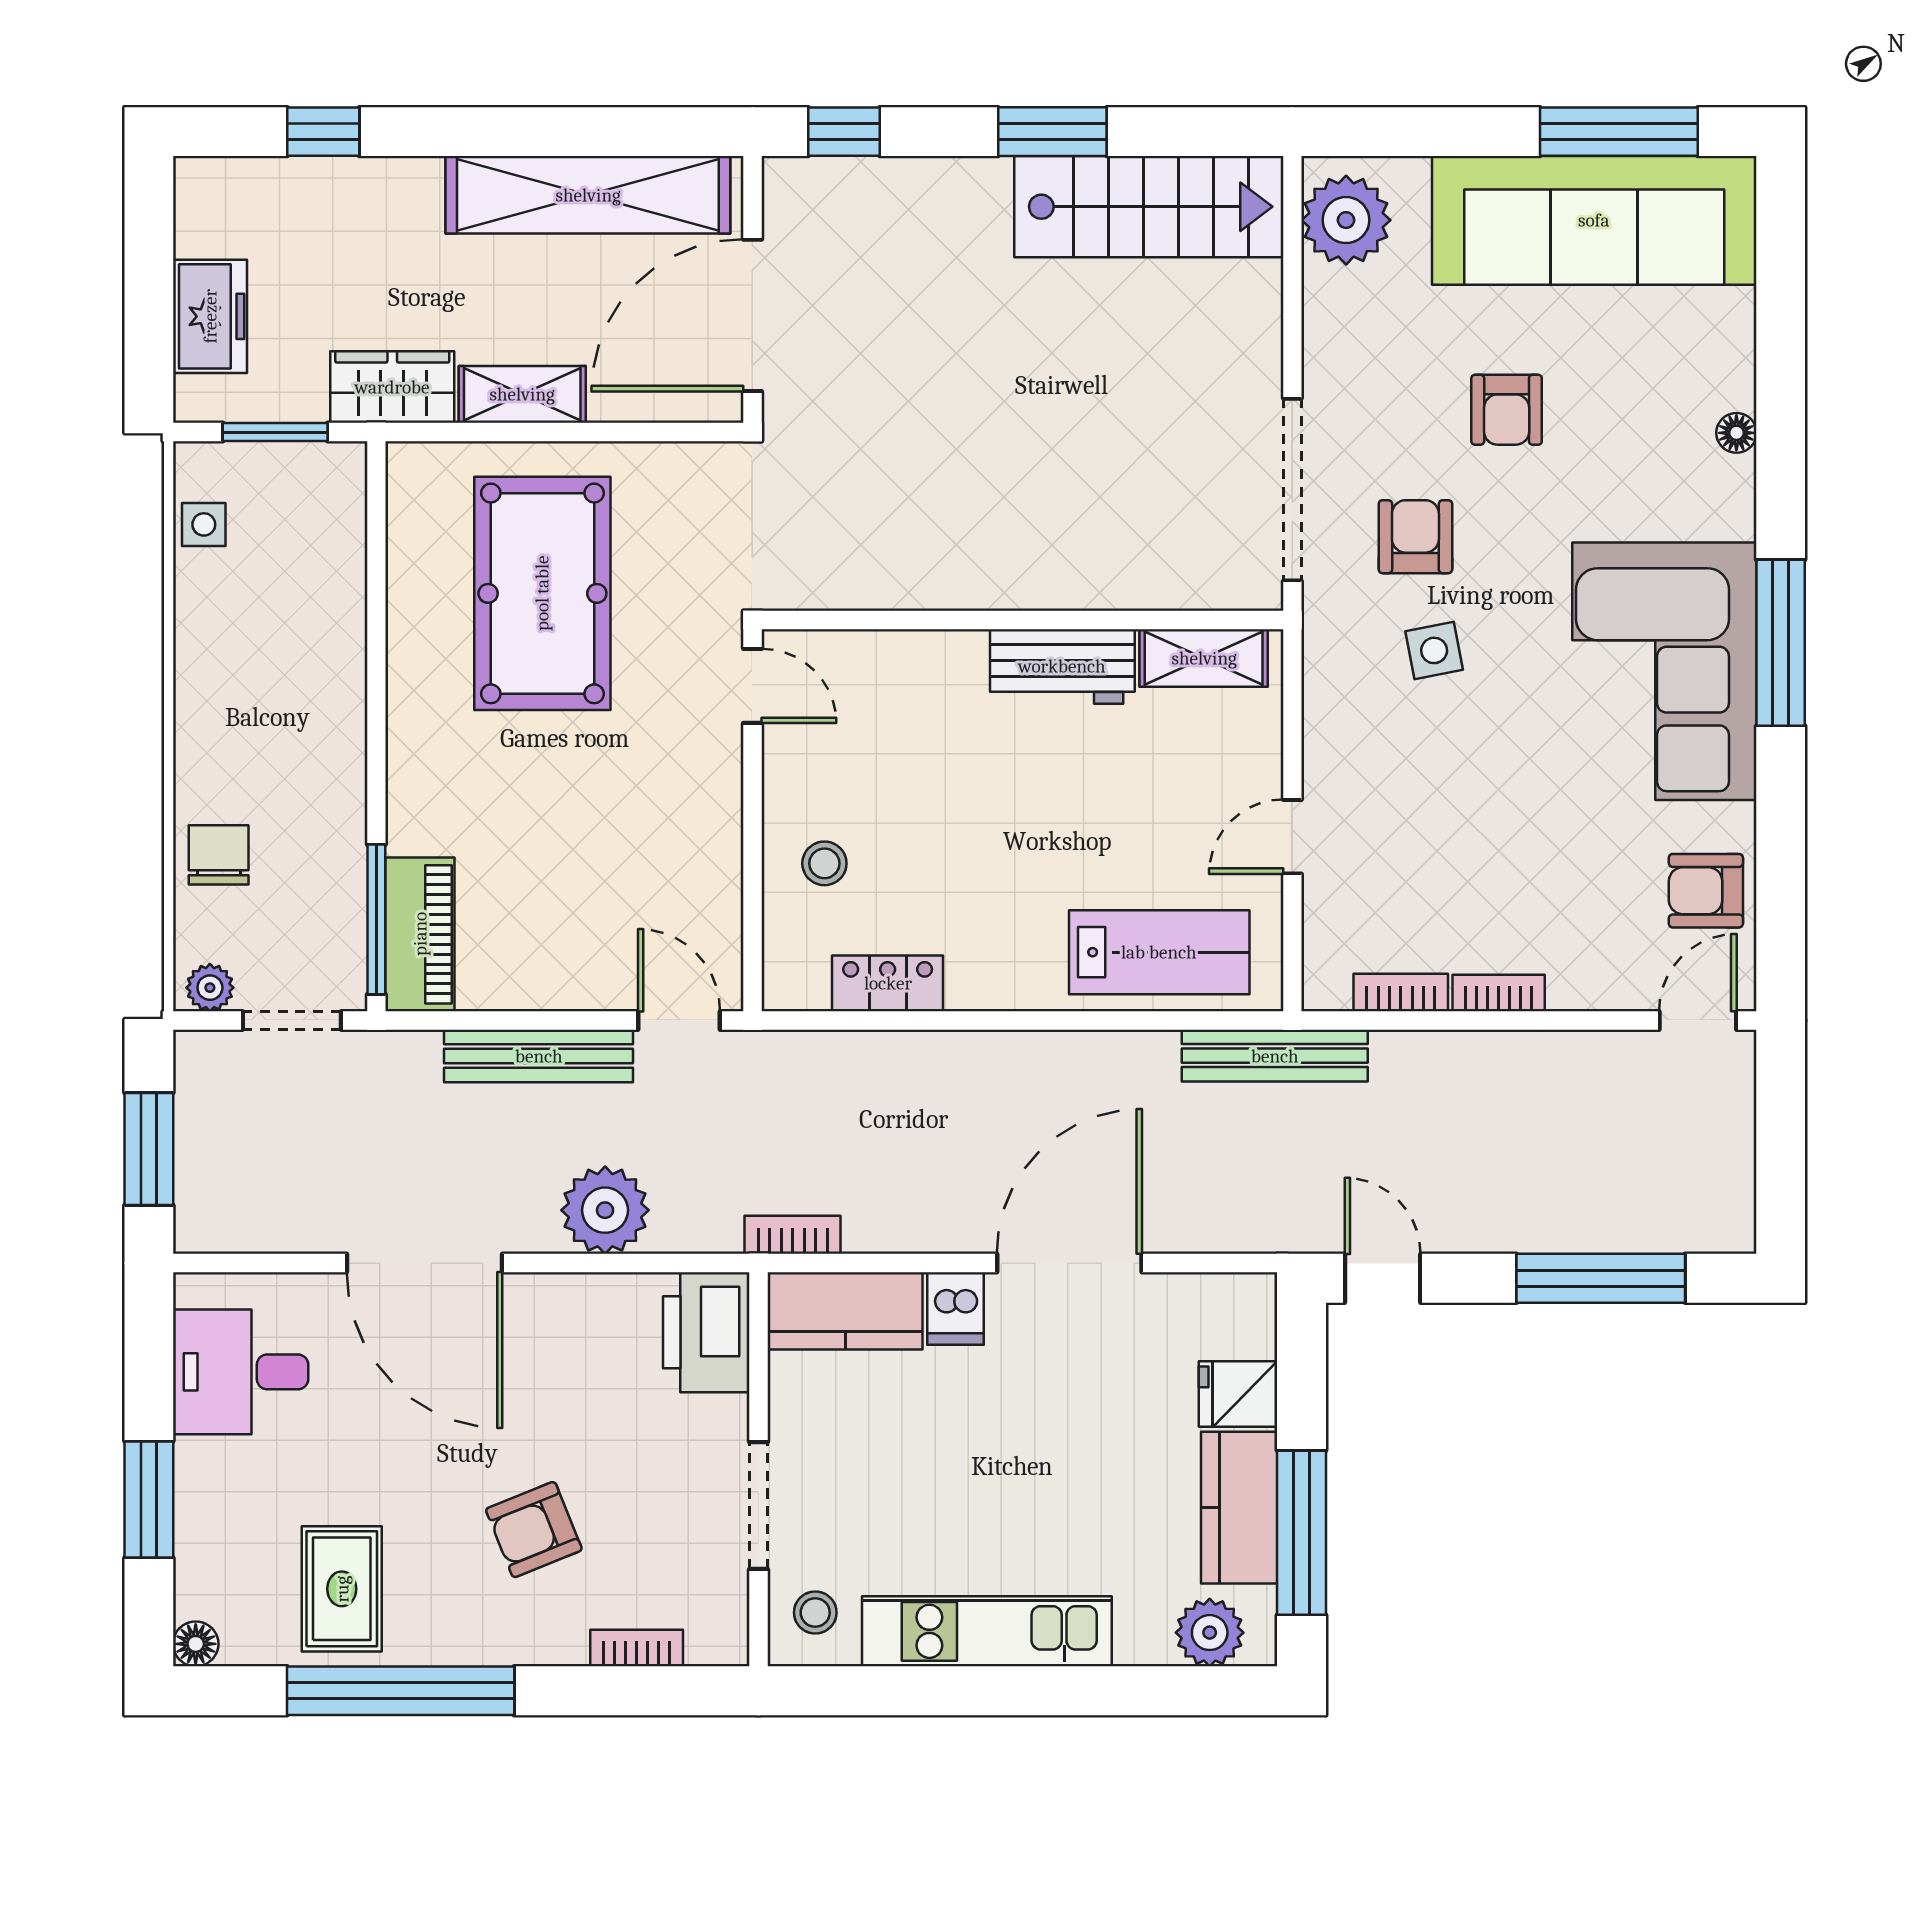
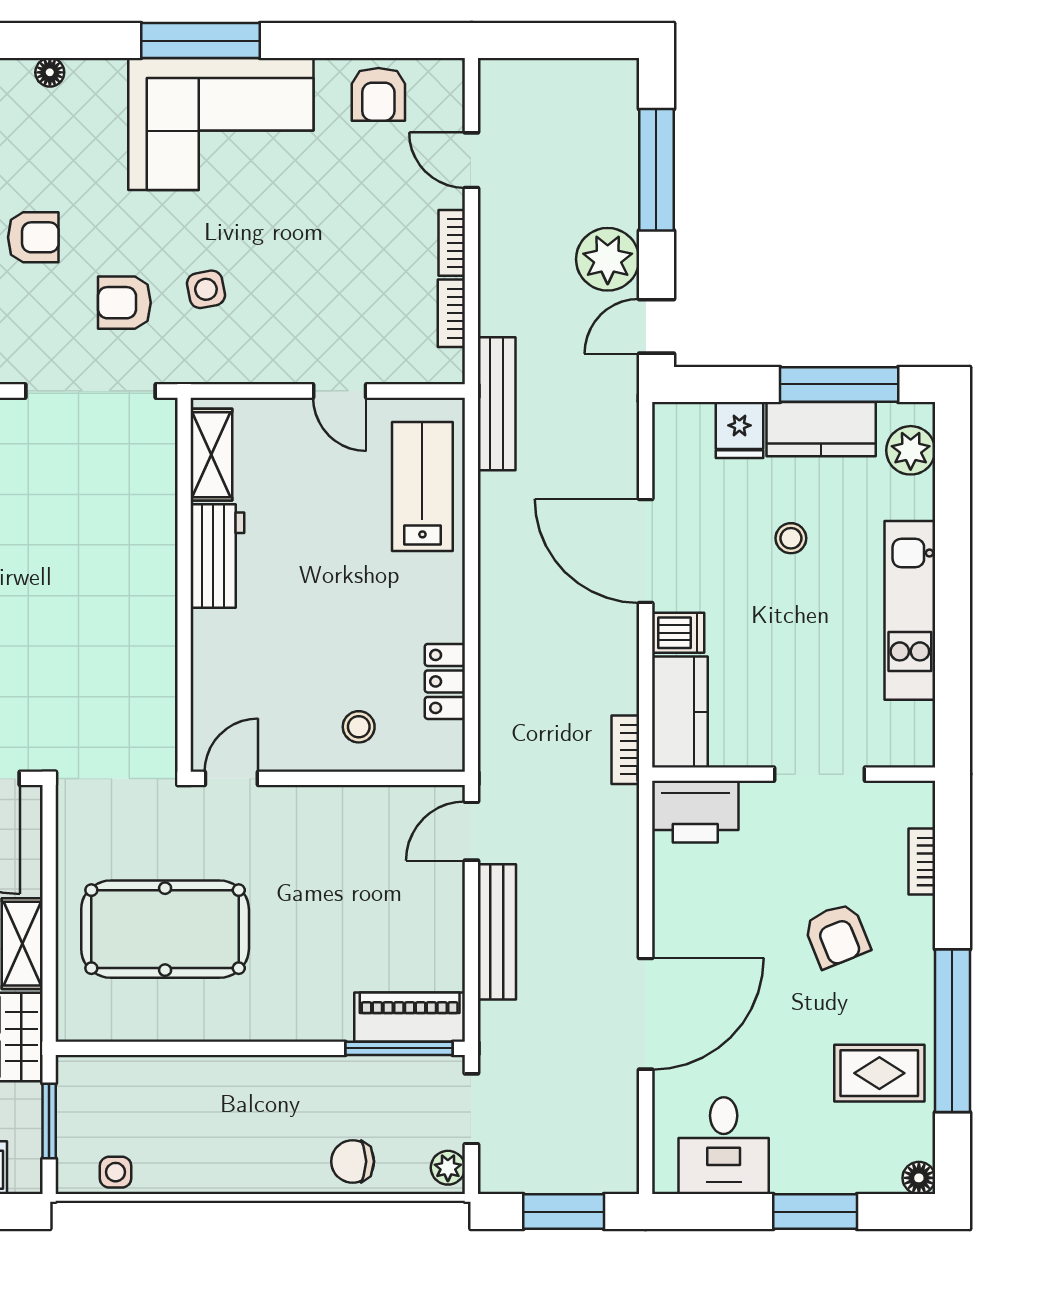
door: (1698, 1020) -> (471, 160), moved
plant: (605, 1210) -> (608, 259), moved
stool: (815, 1613) -> (791, 538), moved

